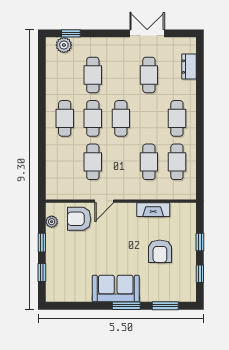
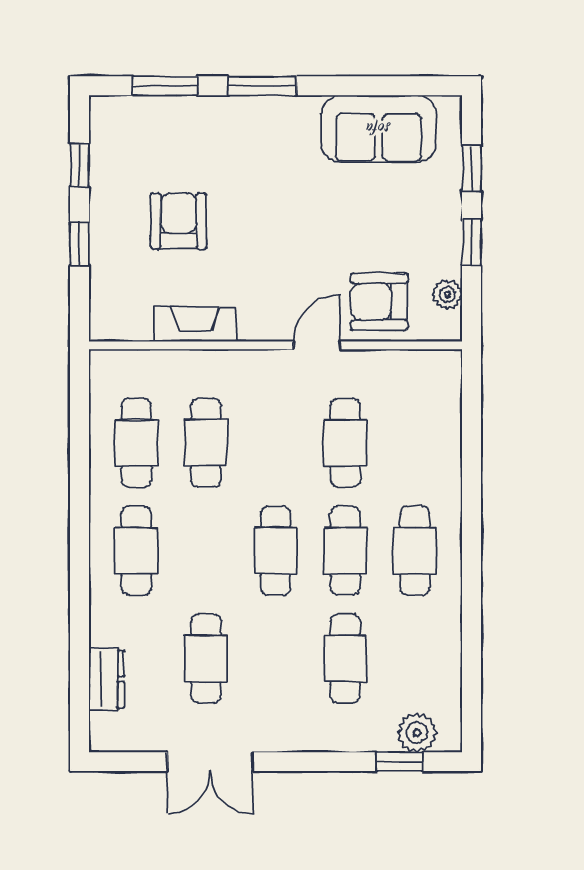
armchair: (79, 219) -> (379, 302), turned 180
sofa: (116, 288) -> (379, 129), moved

